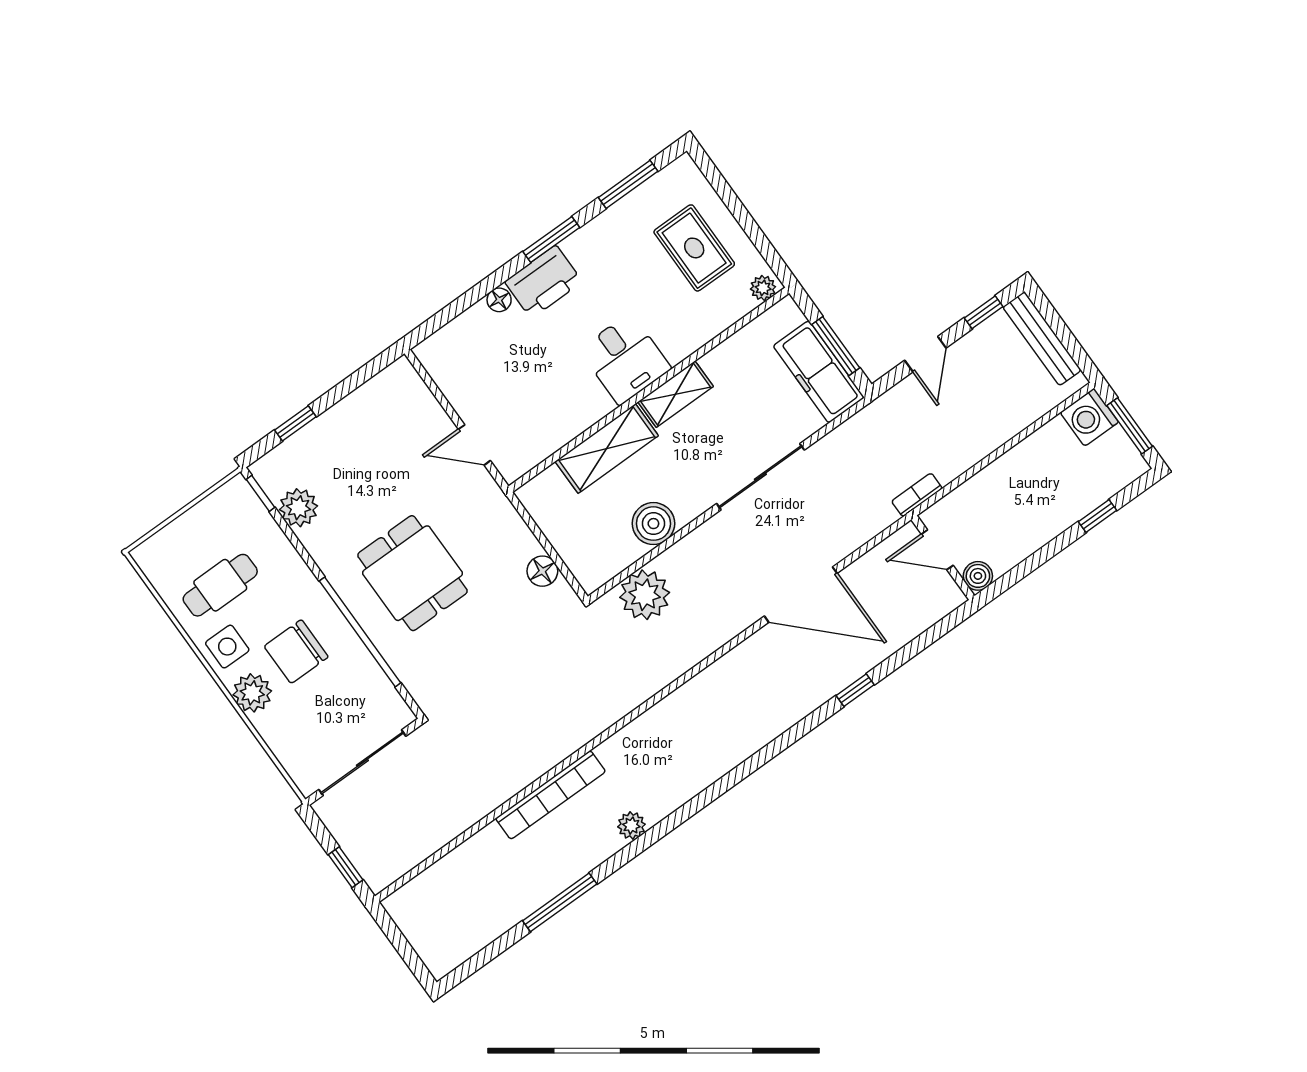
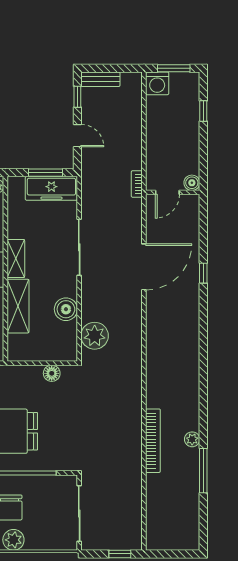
bench: (1042, 339) -> (100, 79), width x0.73
plant: (631, 826) -> (192, 439), moved

